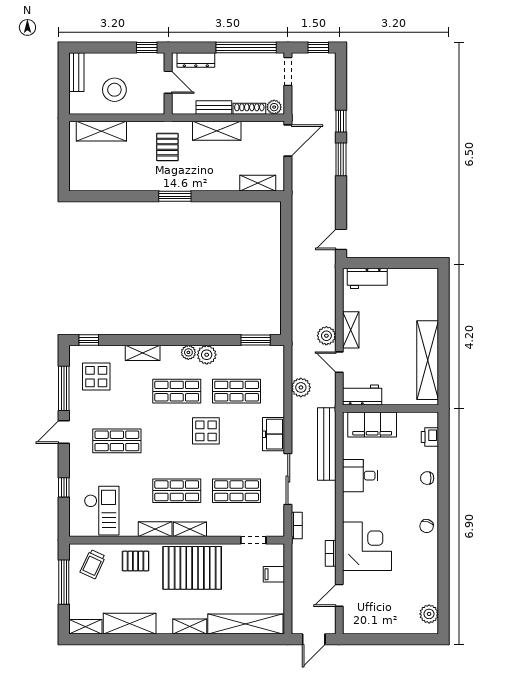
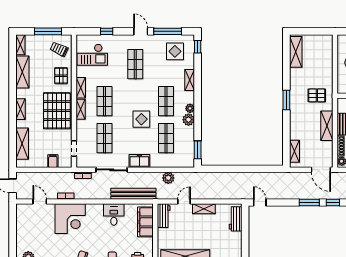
shelving: (101, 131) -> (296, 52), moved
plant: (326, 336) -> (200, 194), removed
shelving: (245, 624) -> (22, 144), width x0.68

